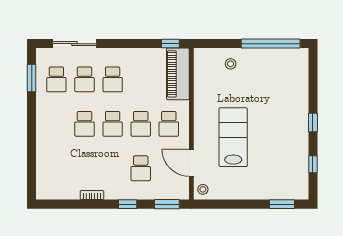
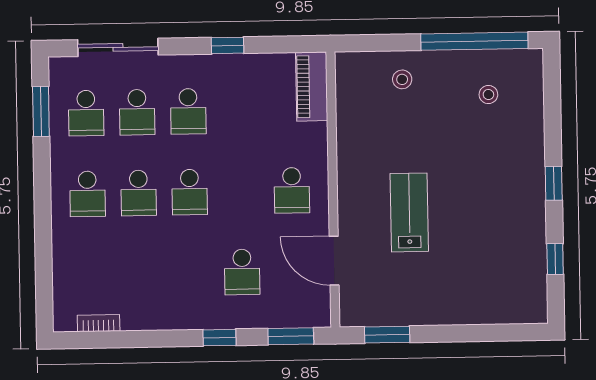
window: (170, 44) -> (227, 45), moved
piano: (178, 74) -> (312, 87), width x0.73, depth x0.75
school desk: (141, 124) -> (87, 194), moved
lab bench: (233, 137) -> (409, 212), width x0.73, depth x0.72
stool: (203, 189) -> (488, 95), moved
bookcase: (92, 195) -> (99, 323), moved
window: (282, 204) -> (387, 335), moved

